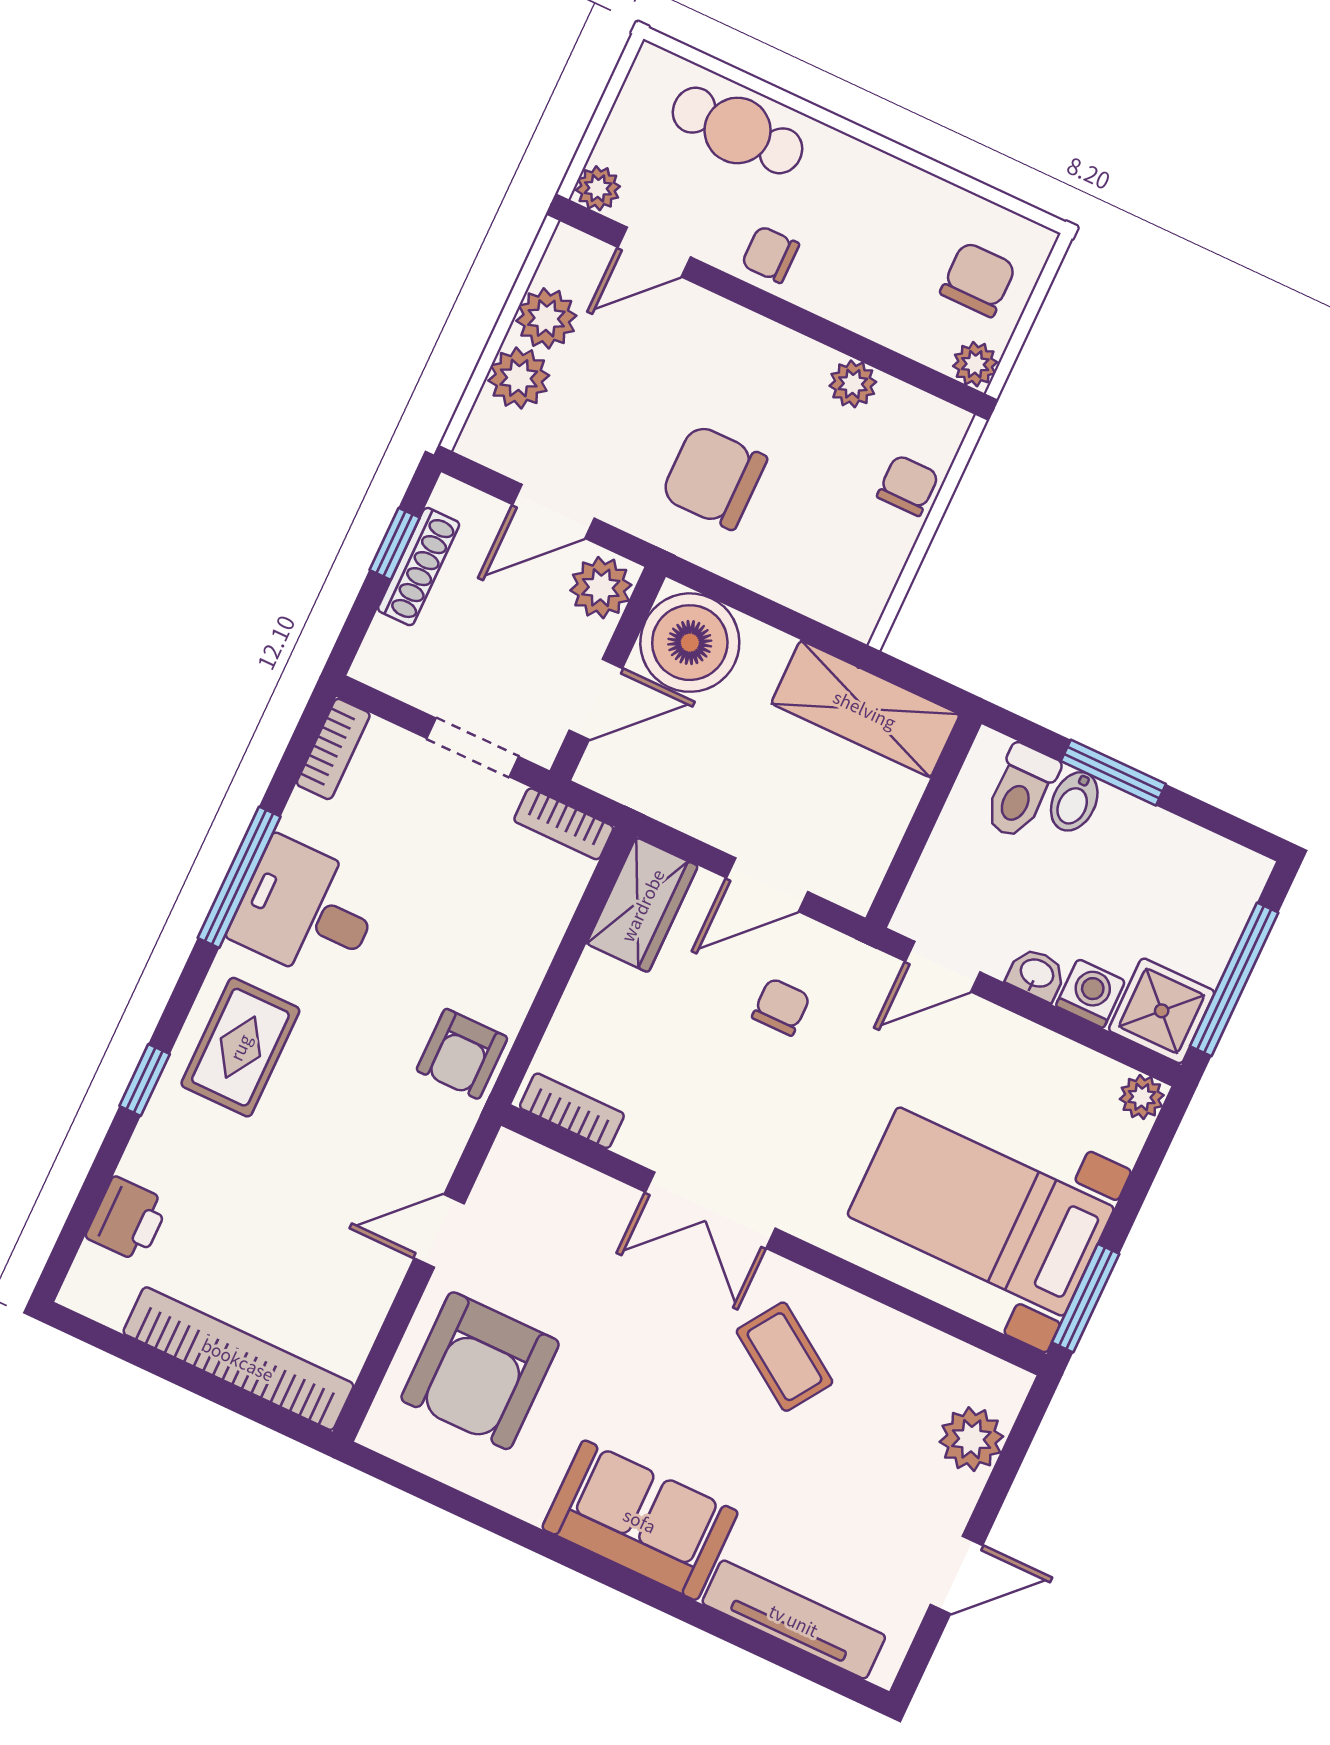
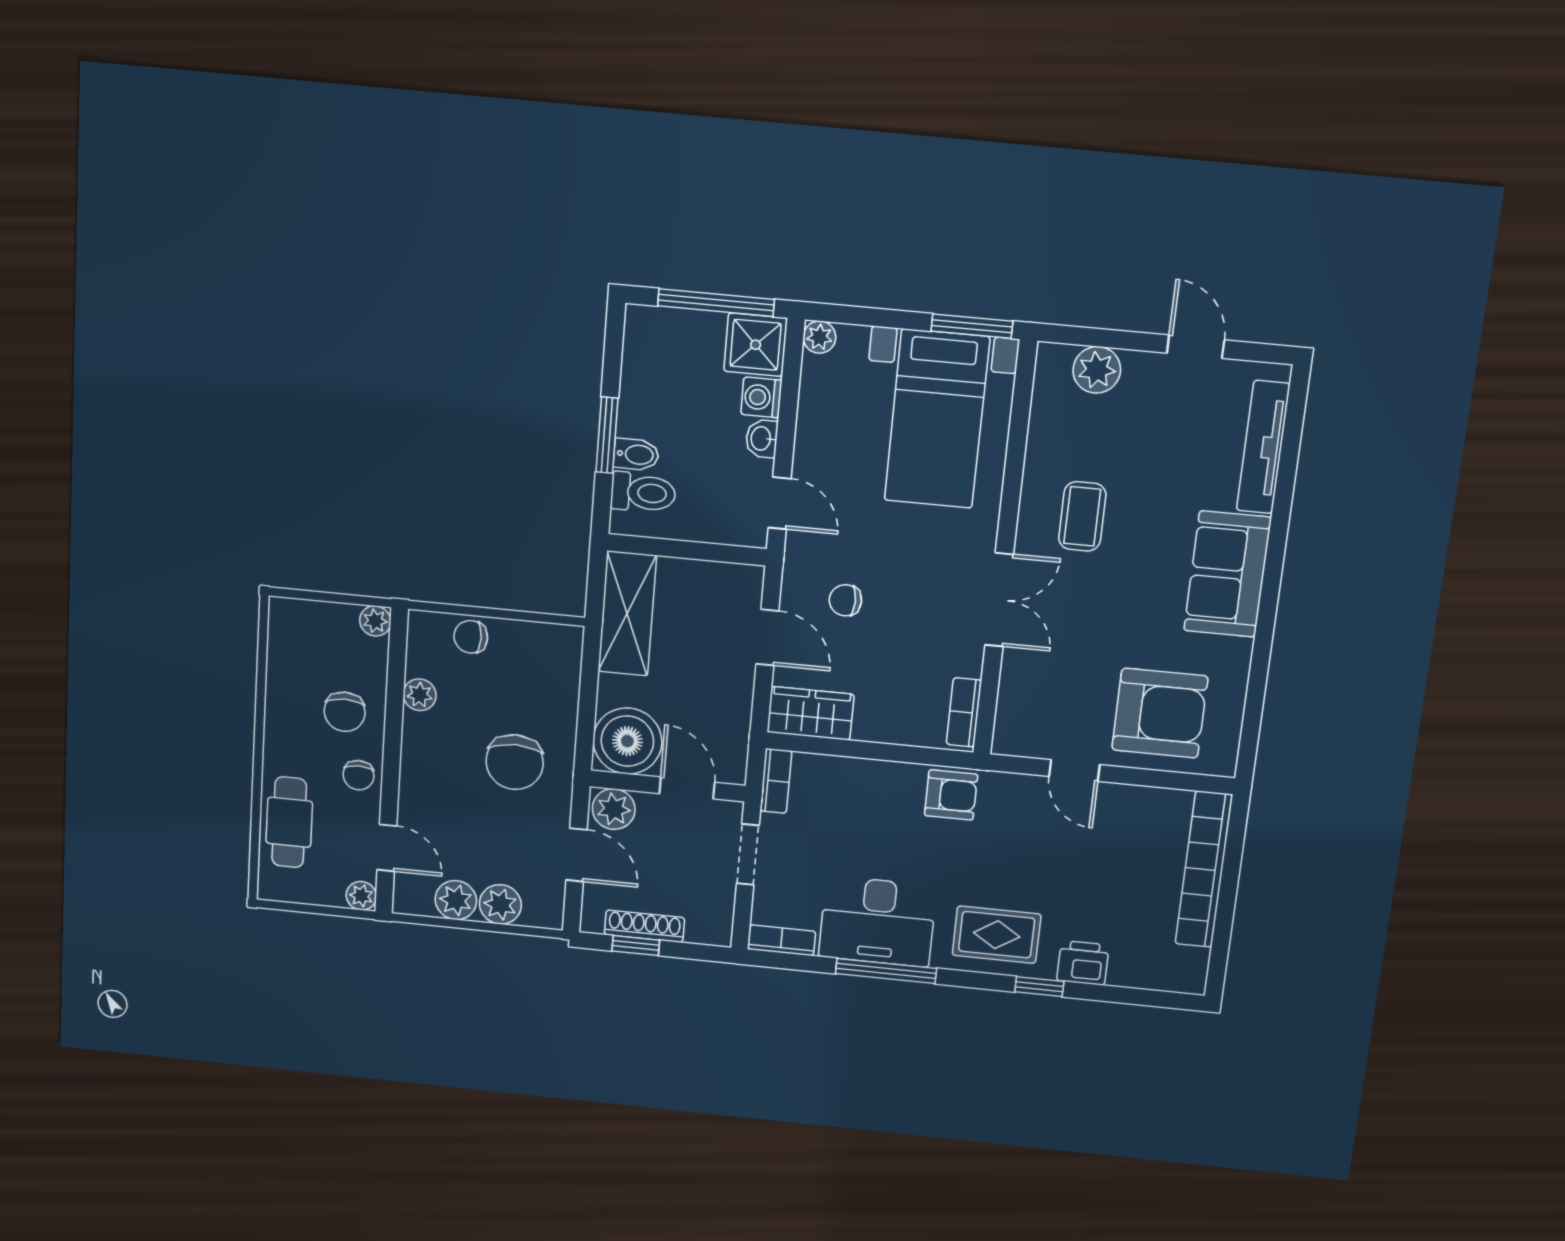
chair: (978, 279) -> (345, 712), moved, turned -90
desk: (306, 911) -> (878, 921), width x1.37
printer: (127, 1219) -> (1083, 963), moved
coffee table: (784, 1357) -> (1082, 516), turned -34

